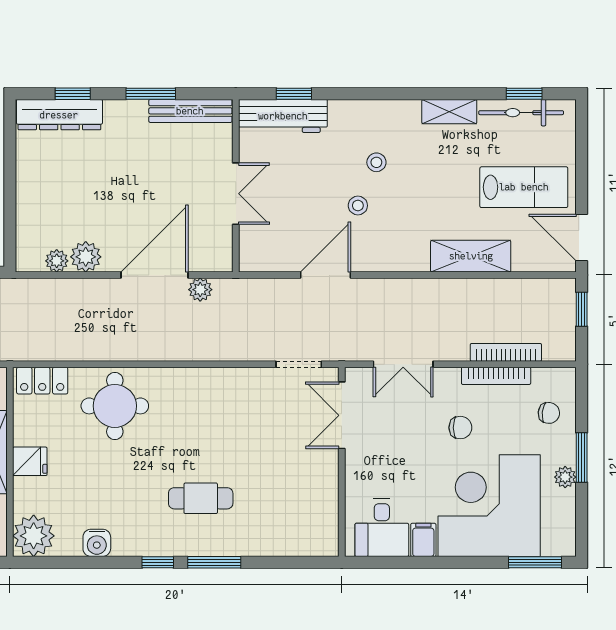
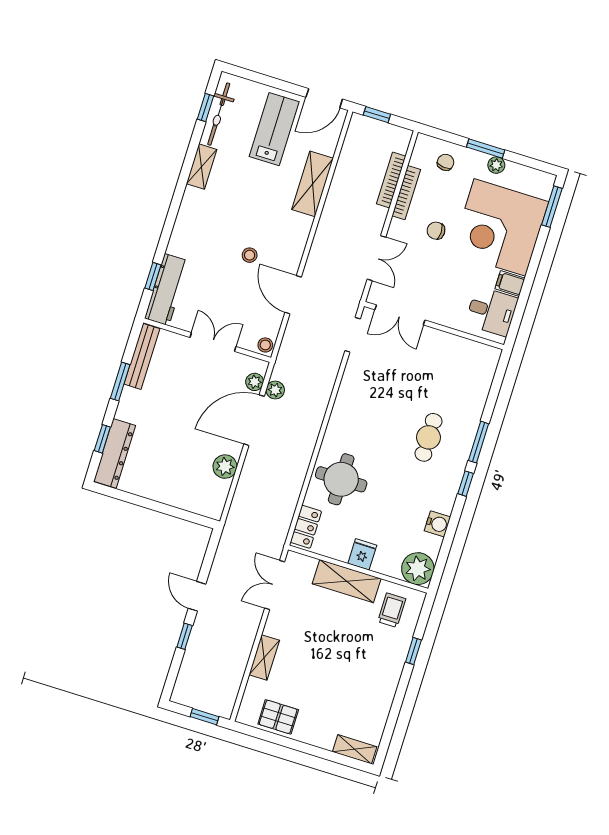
stool: (376, 162) -> (265, 345), moved
plant: (57, 261) -> (255, 382), moved
door: (155, 275) -> (254, 420), hinge flipped
chair: (460, 428) -> (436, 231), turned -90

